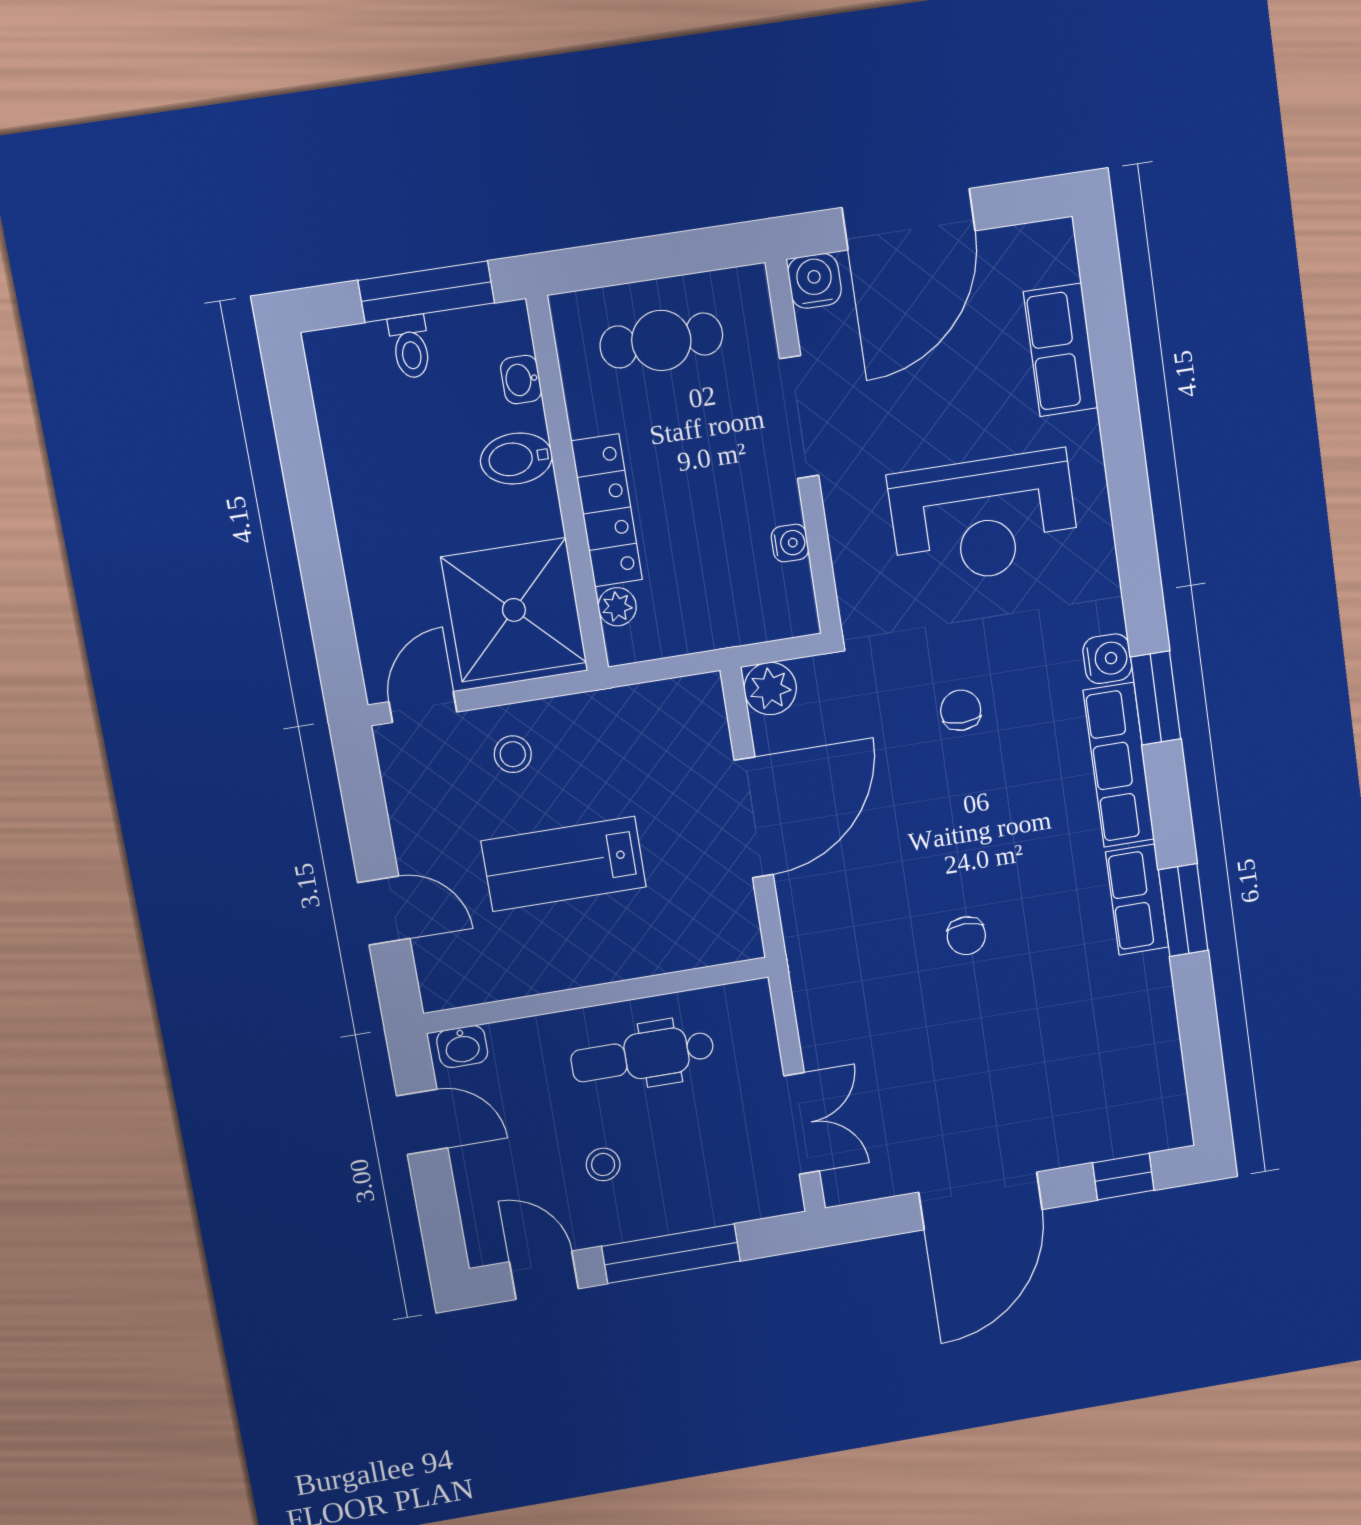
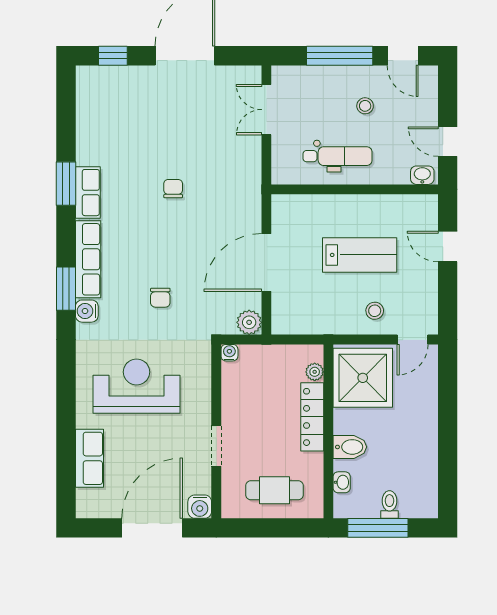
doorway: (799, 417) -> (216, 446), width x0.73
water cooler: (790, 543) -> (229, 353), moved, turned 90

